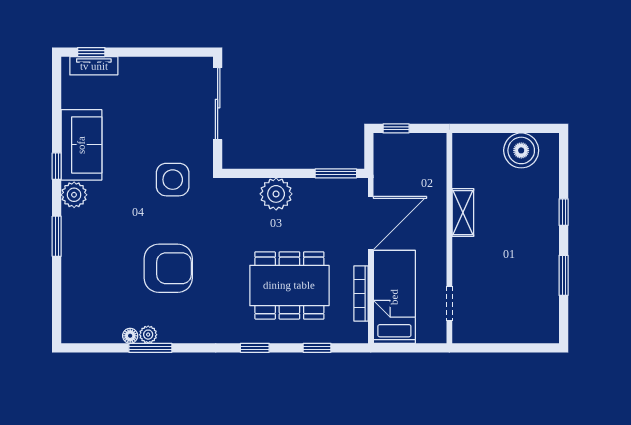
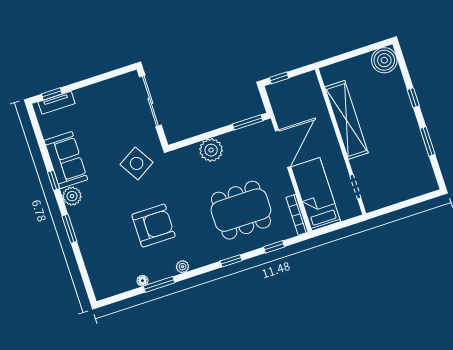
boiler: (521, 150) -> (384, 60), moved
side table: (173, 180) -> (137, 163), turned -31
shelving: (463, 213) -> (346, 120), width x2.20, depth x1.33
bookcase: (361, 293) -> (297, 215), moved
plant: (148, 335) -> (182, 267), moved

